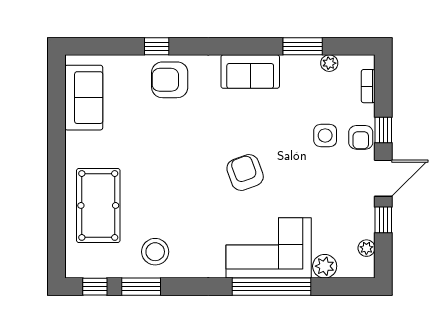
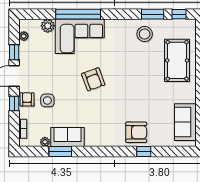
sofa: (250, 72) -> (67, 137), moved

